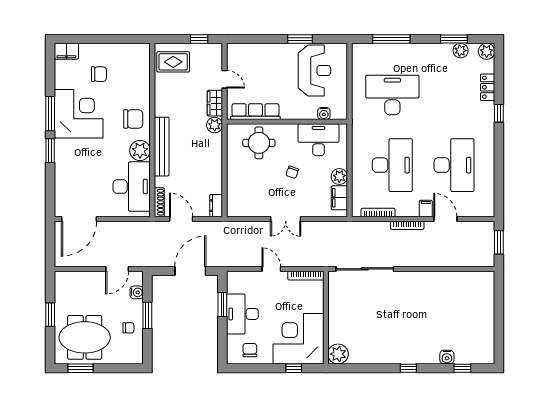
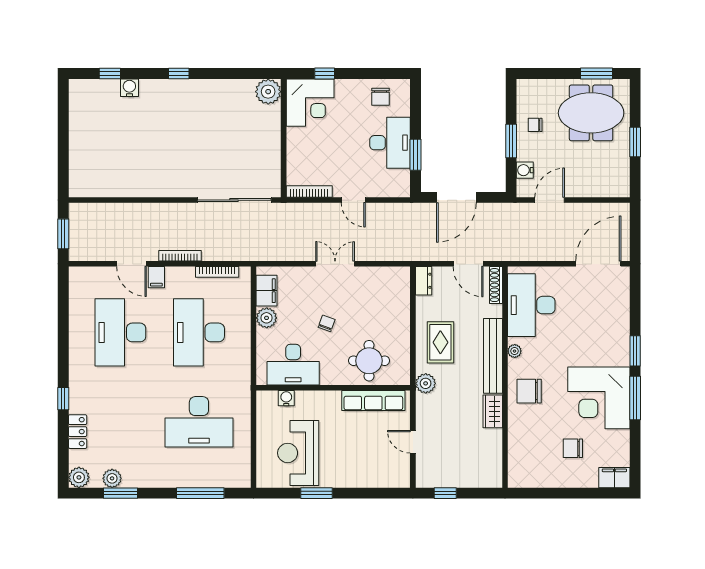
rug: (173, 62) -> (440, 342), moved, turned 90
wardrobe: (215, 103) -> (493, 411), moved, turned 180
plant: (140, 150) -> (515, 351), width x0.53, depth x0.53
corner desk: (298, 339) -> (310, 103), width x0.74, depth x0.74

